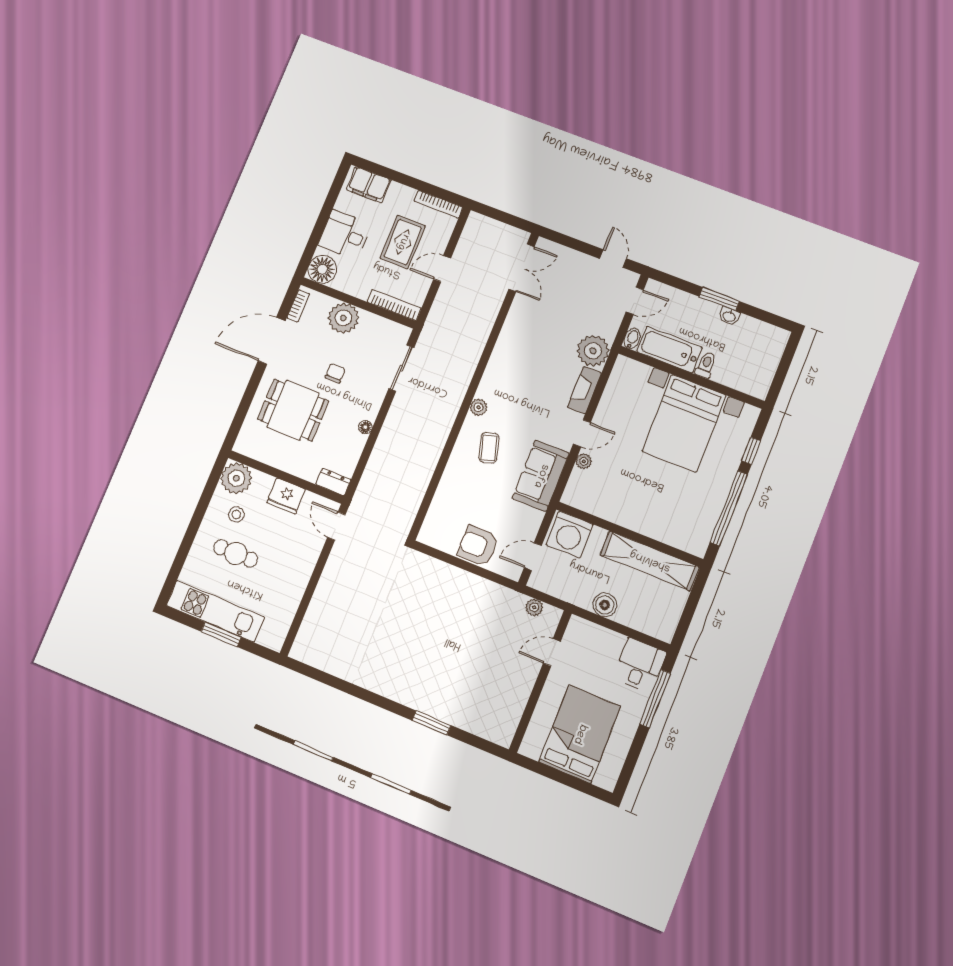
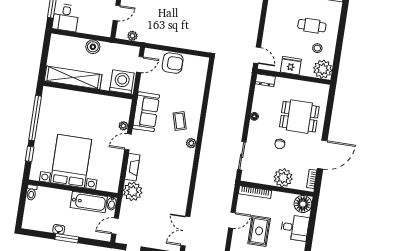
toilet: (706, 365) -> (31, 192), moved

